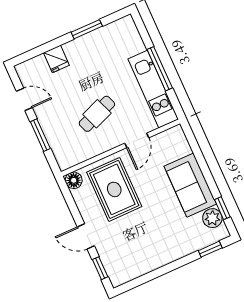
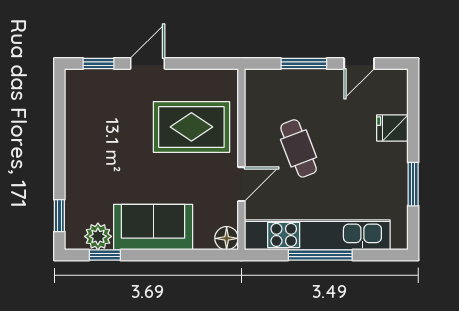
kitchen unit: (153, 89) -> (317, 235), width x1.36
door: (137, 140) -> (241, 184), swing flipped
floor lamp: (74, 180) -> (227, 238), moved

